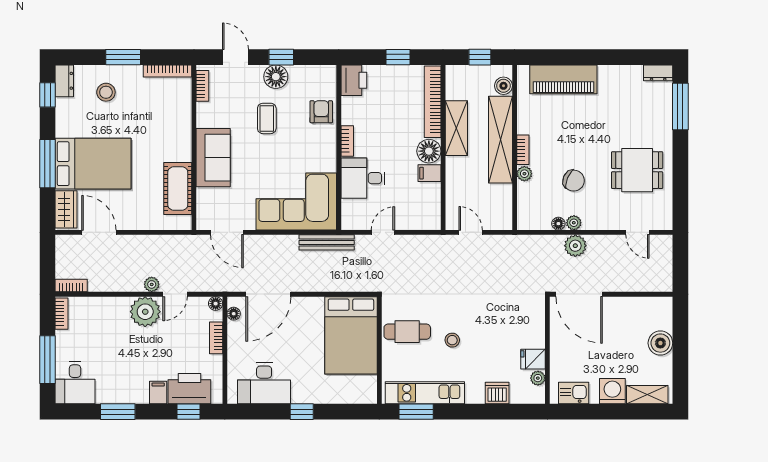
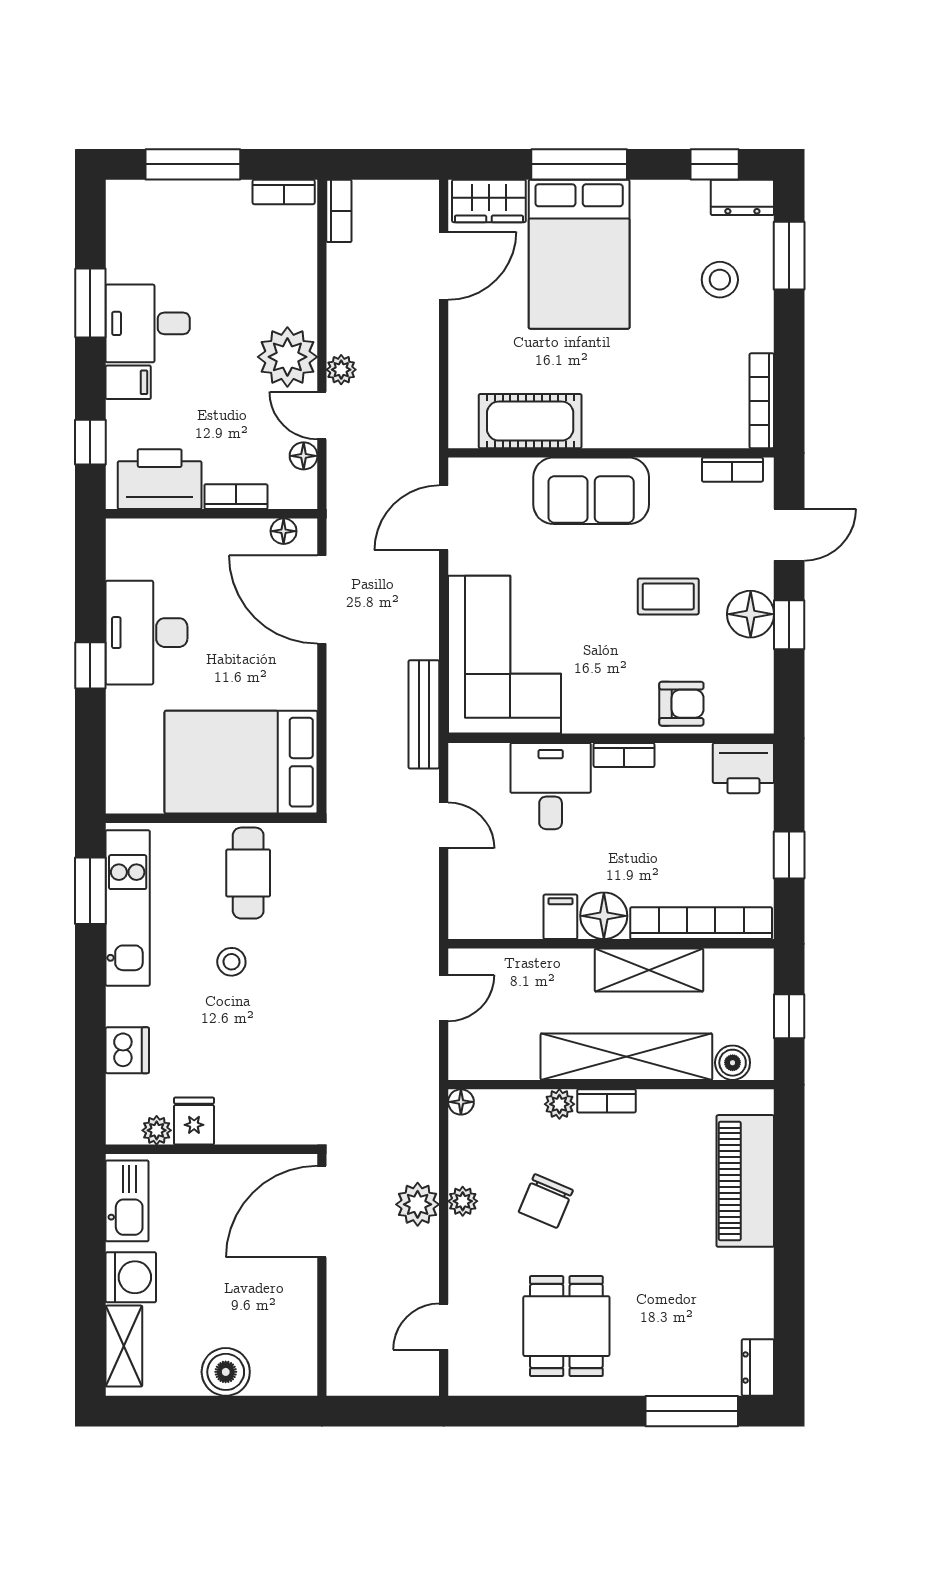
window: (123, 57) -> (789, 256), moved
floor lamp: (558, 224) -> (461, 1102), moved
floor lamp: (216, 304) -> (304, 456), moved
desk: (75, 383) -> (148, 323), moved
desk: (264, 383) -> (147, 633), moved
printer: (189, 389) -> (160, 479), moved, turned -90
kitchen sink: (574, 393) -> (127, 1201), width x1.38

